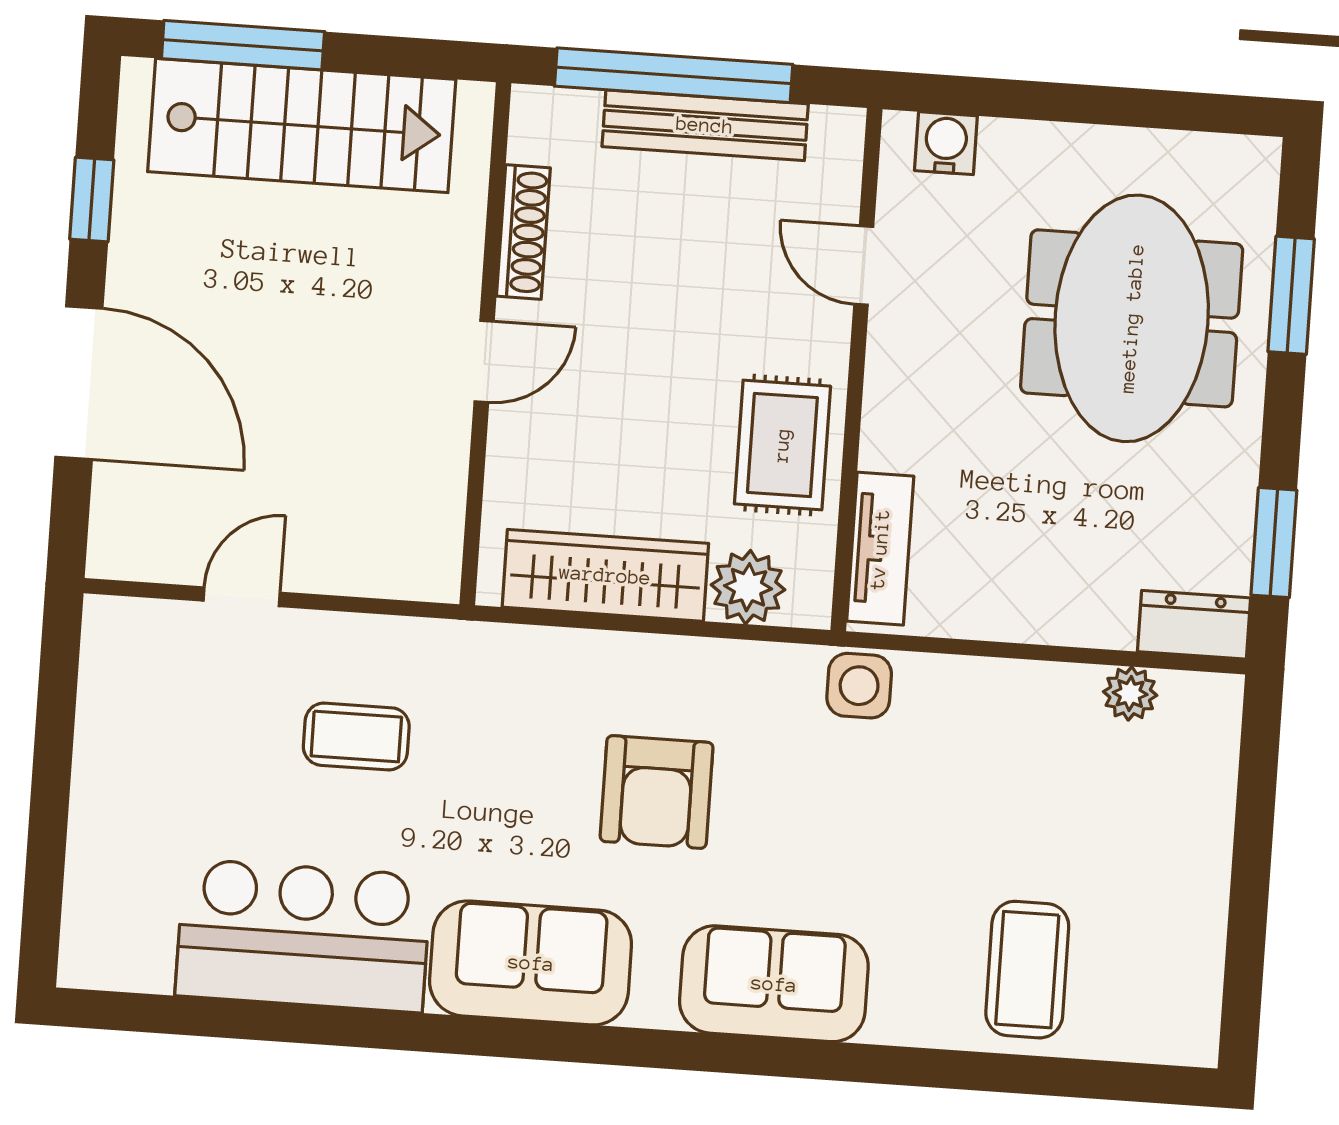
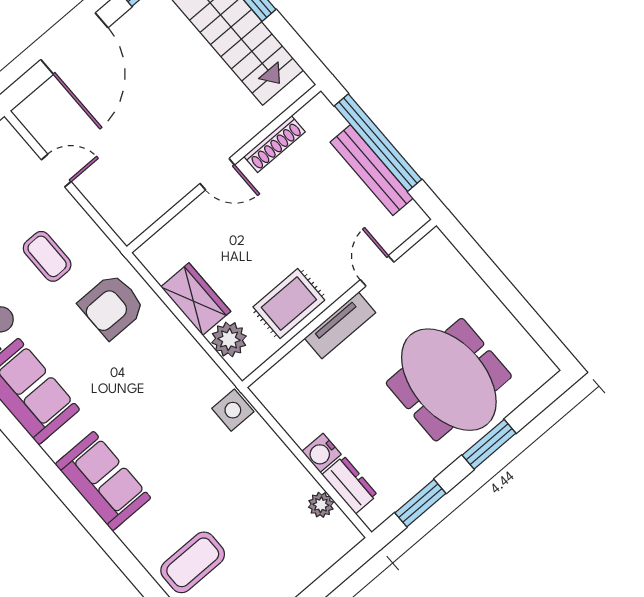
water cooler: (946, 143) -> (321, 453), moved, turned 180
window: (1291, 295) -> (489, 444), moved
meeting table: (1132, 318) -> (449, 380), turned 90
tv unit: (880, 549) -> (340, 325), moved
wardrobe: (605, 575) -> (196, 299), width x0.67
dresser: (1194, 625) -> (350, 485), moved
armchair: (657, 792) -> (112, 306), moved

